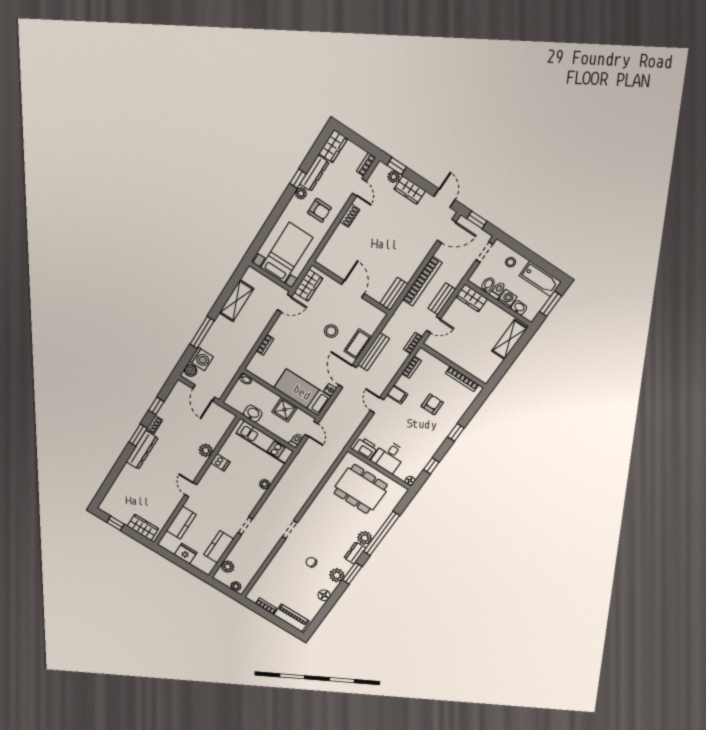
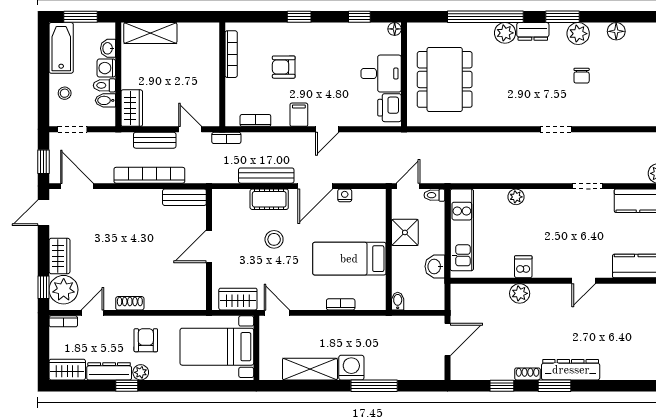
plant: (394, 177) -> (64, 290), width x1.88, depth x1.88
washing machine: (201, 359) -> (351, 368), moved
boiler: (191, 370) -> (430, 371), removed
bed: (302, 392) -> (349, 259), moved, turned 90

